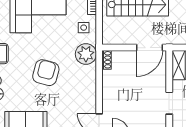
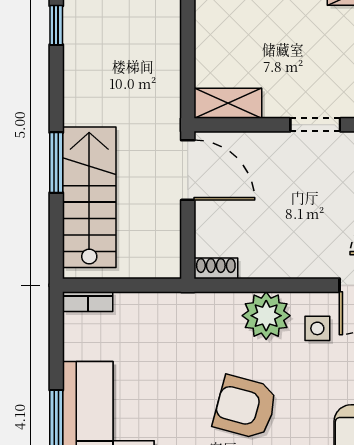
side table: (84, 28) -> (317, 328), moved
plant: (86, 54) -> (266, 316), moved

